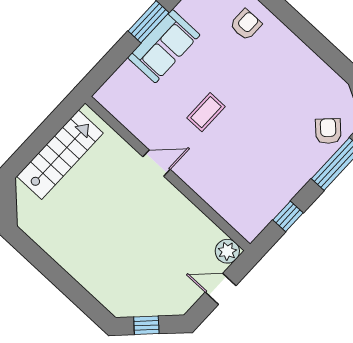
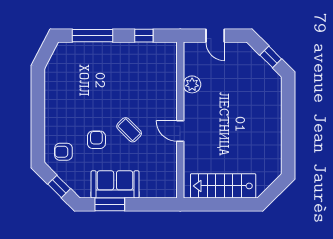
coffee table: (206, 112) -> (129, 130), turned 45
armchair: (328, 131) -> (96, 140), moved, turned 135
plant: (227, 251) -> (192, 84), moved

